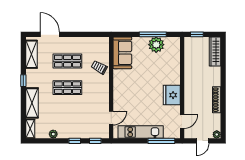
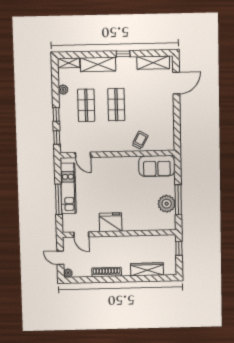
wardrobe: (215, 51) -> (147, 269), moved
shop shelf: (67, 61) -> (86, 105), moved
window: (161, 141) -> (59, 199), moved

